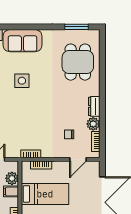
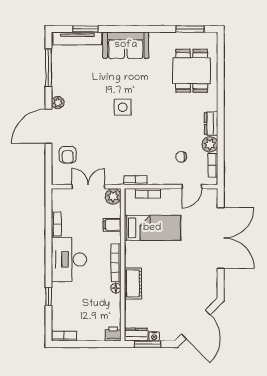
side table: (22, 81) -> (123, 107), moved
plant: (12, 178) -> (113, 196), moved

